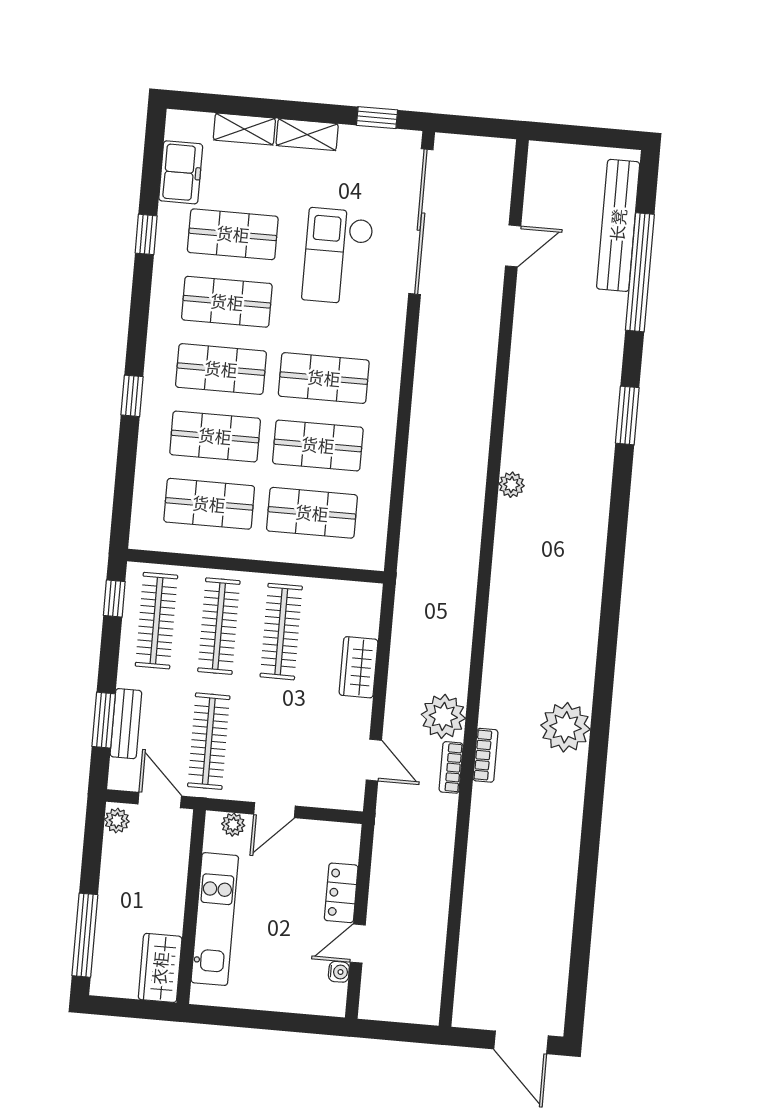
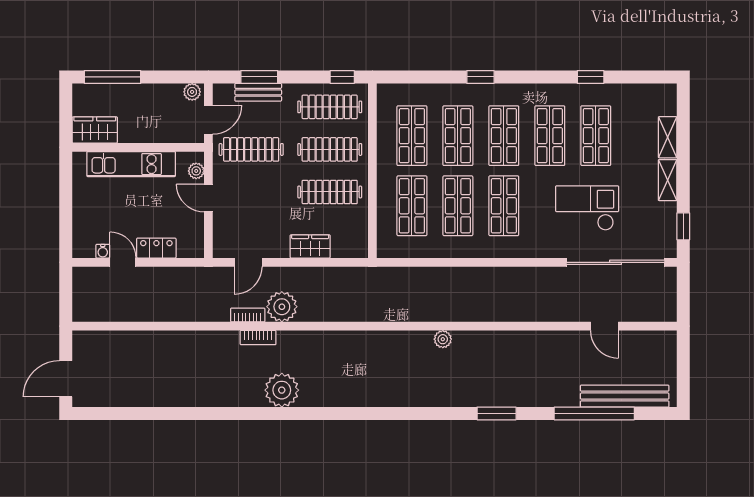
freezer: (181, 172) -> (635, 97), removed

